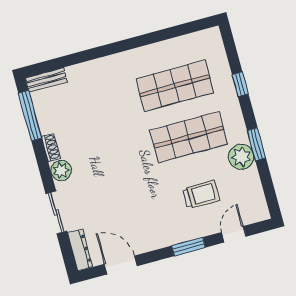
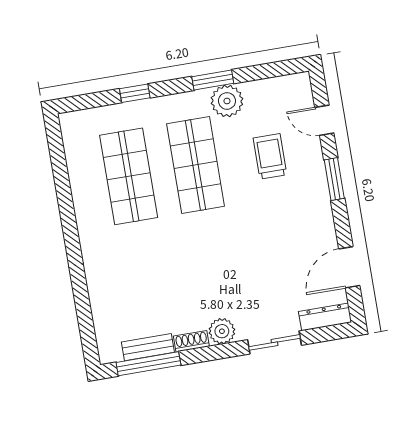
bench: (46, 80) -> (148, 347), moved, turned 90

